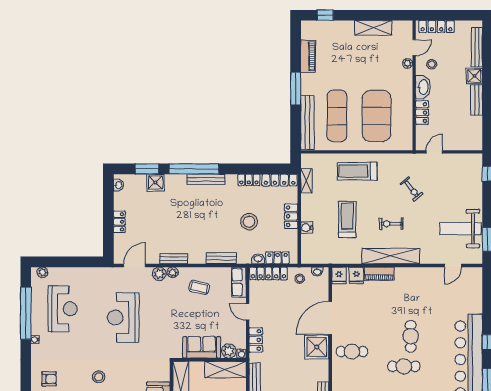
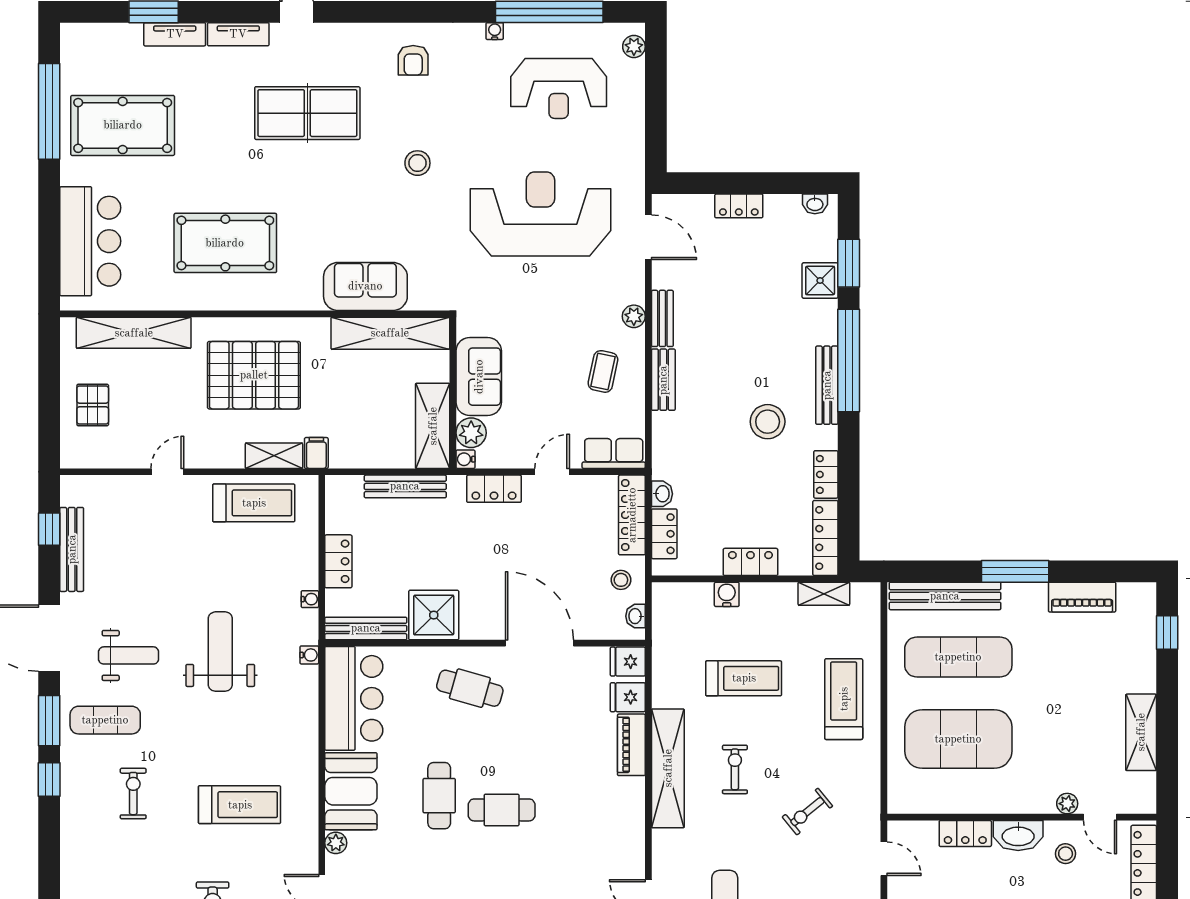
stool: (249, 222) -> (768, 422), moved
bench: (221, 258) -> (663, 380), moved
plant: (159, 274) -> (631, 289), removed
reception desk: (123, 318) -> (540, 214), width x1.36, depth x1.30
shower: (317, 347) -> (434, 615), moved
cafe table: (352, 352) -> (470, 688), turned -74

